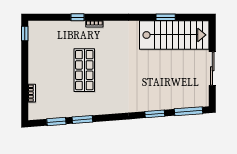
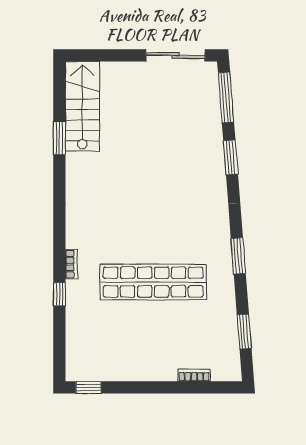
stairs: (174, 35) -> (82, 106), width x0.73, depth x0.66
sliding door: (212, 69) -> (175, 55), moved
shop shelf: (84, 70) -> (153, 282), width x1.40
window: (82, 120) -> (238, 256), moved

